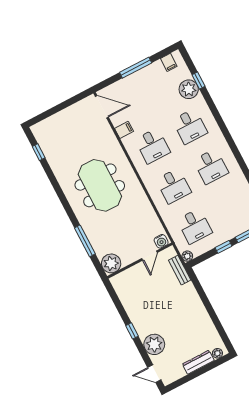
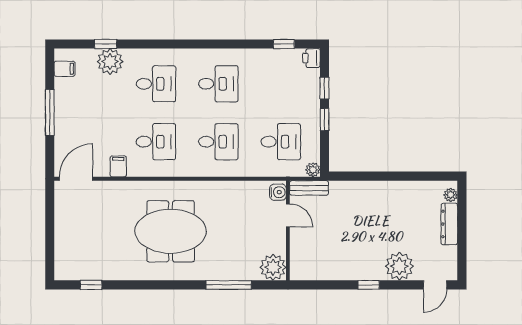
bench: (180, 270) -> (309, 188), moved

